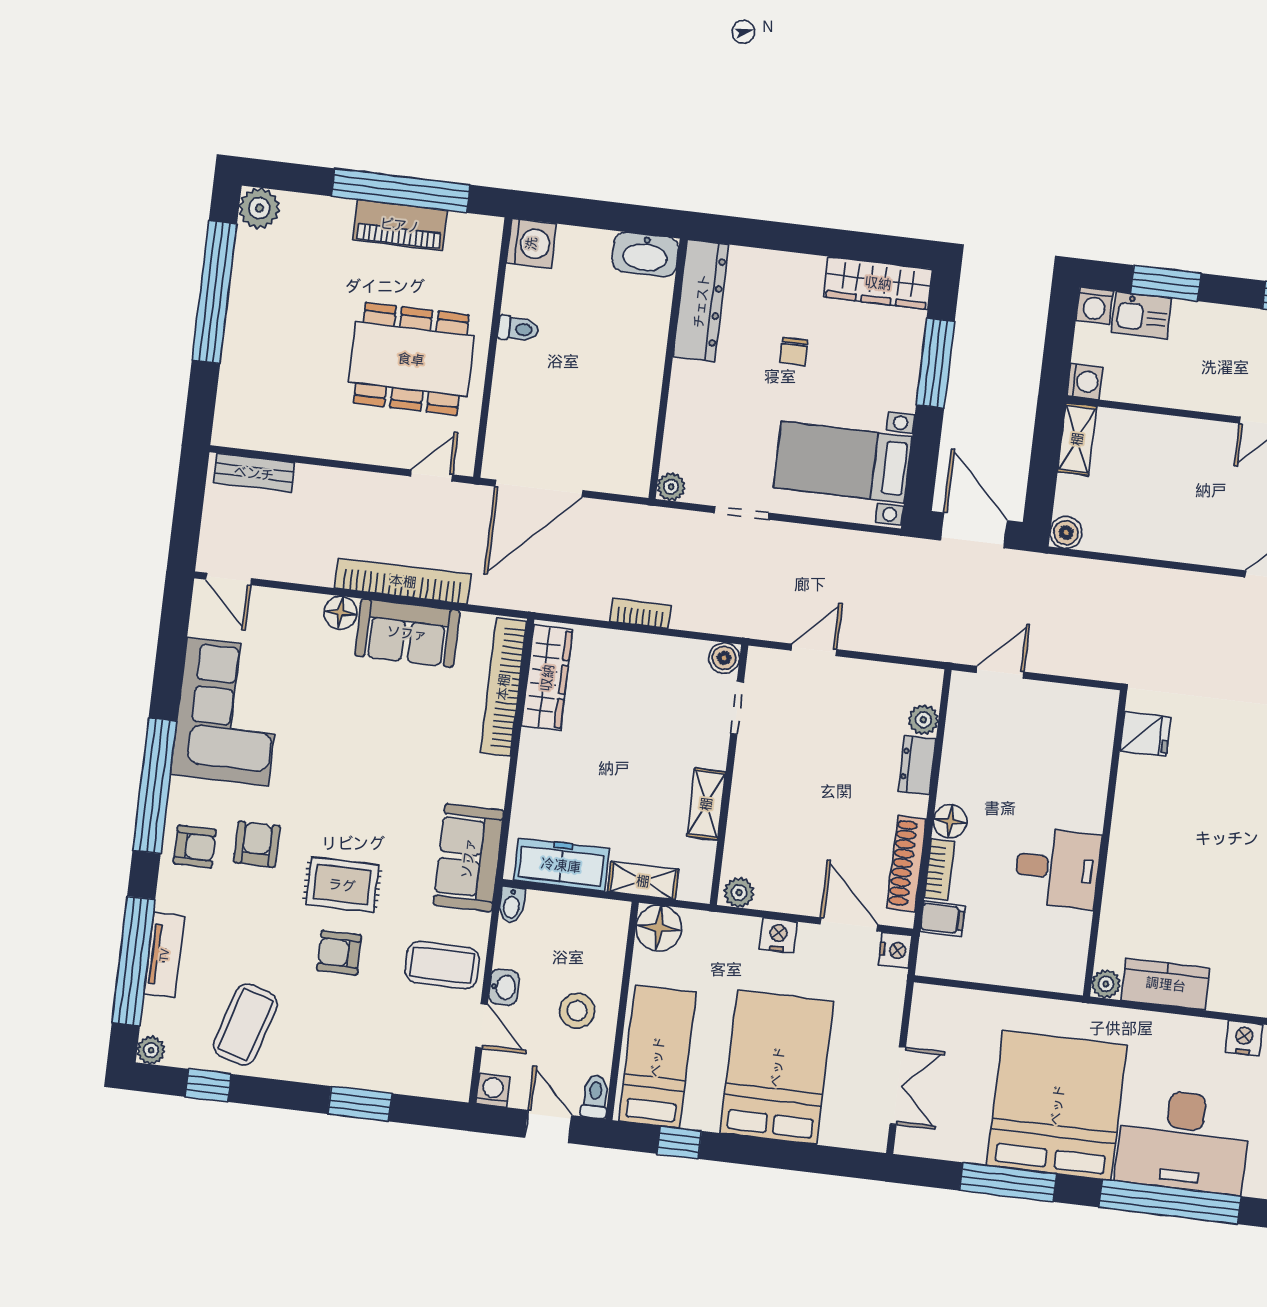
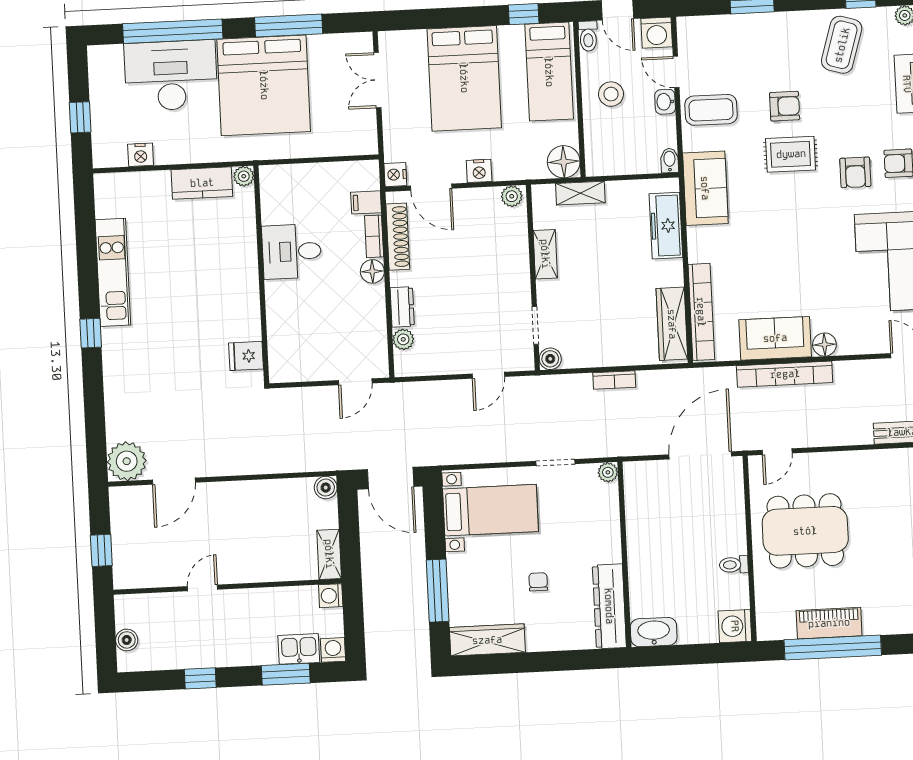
freezer: (561, 865) -> (666, 226), moved, turned 90
washing machine: (493, 1090) -> (657, 33), width x1.38, depth x1.38

